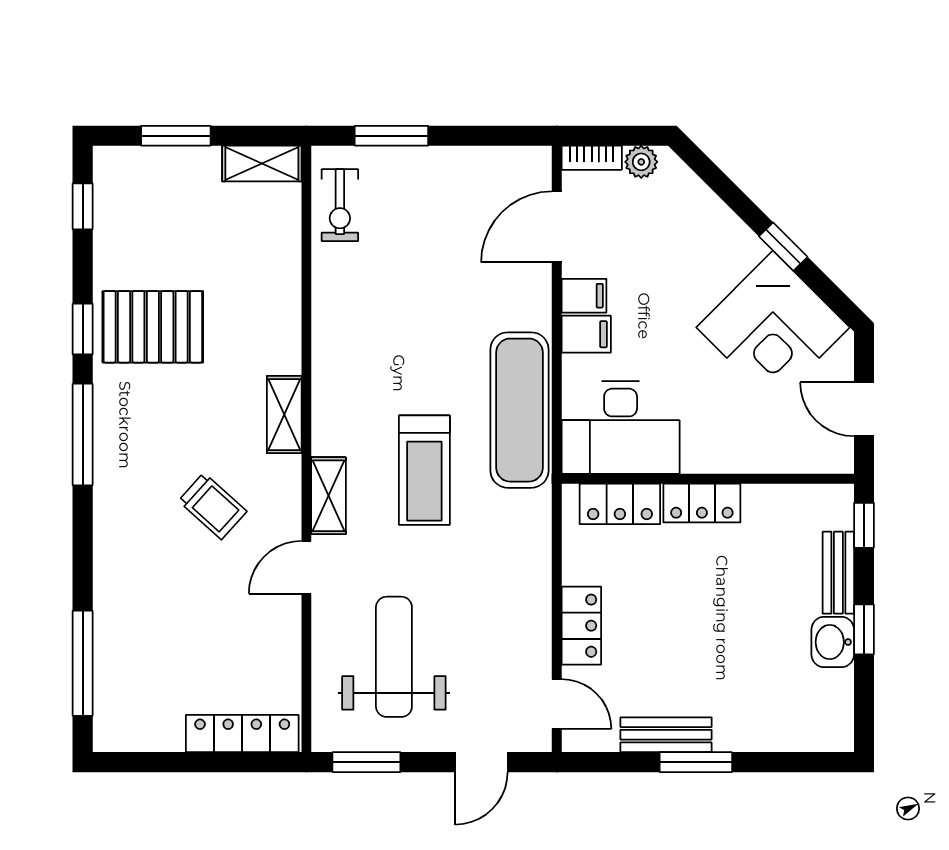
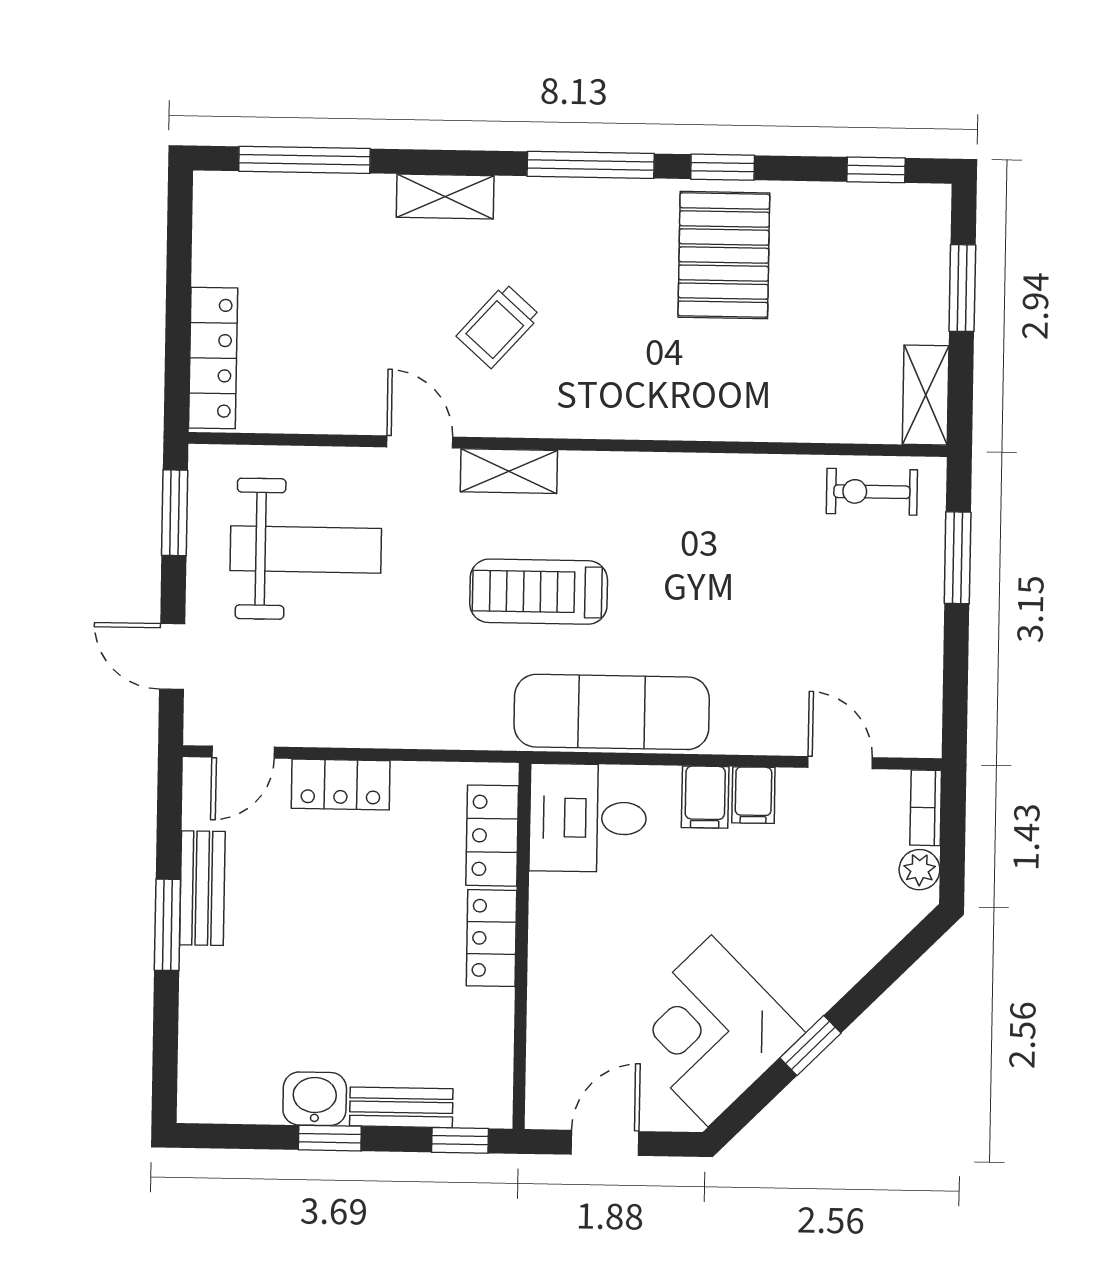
door: (557, 227) -> (840, 763), width x0.73
shelving: (284, 415) -> (445, 197), moved
desk: (621, 428) -> (588, 818), width x0.73

